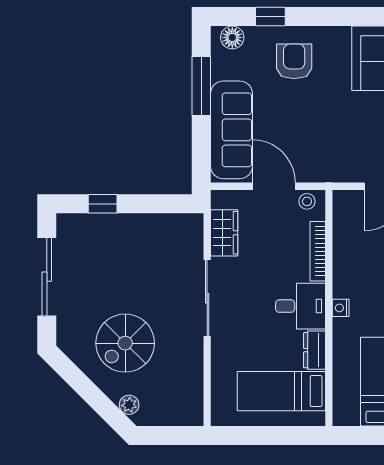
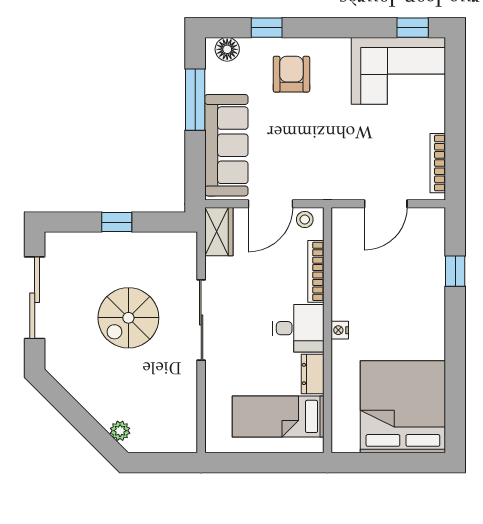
door: (274, 186) -> (270, 204), swing flipped
window: (103, 204) -> (117, 222), moved
wardrobe: (224, 233) -> (219, 232), moved
spiral stairs: (125, 343) -> (128, 318), moved

